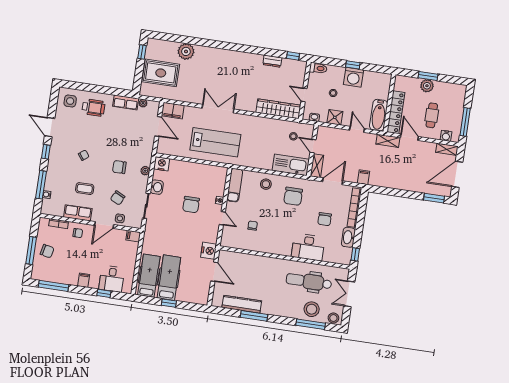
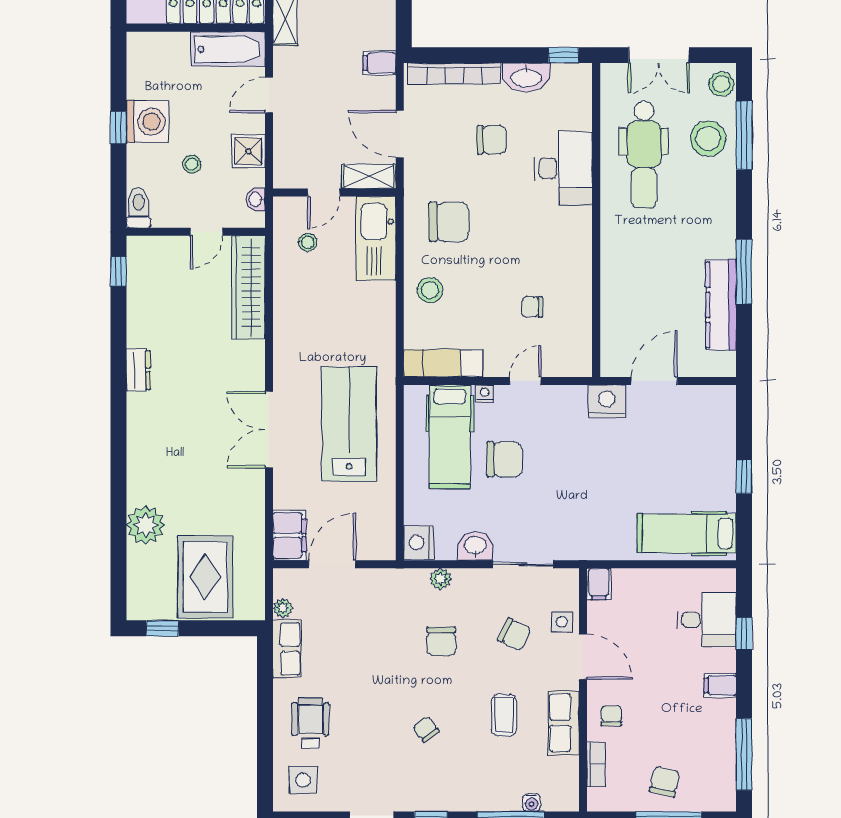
dresser: (272, 61) -> (138, 370), moved
hospital bed: (169, 278) -> (450, 437), moved, turned -90

